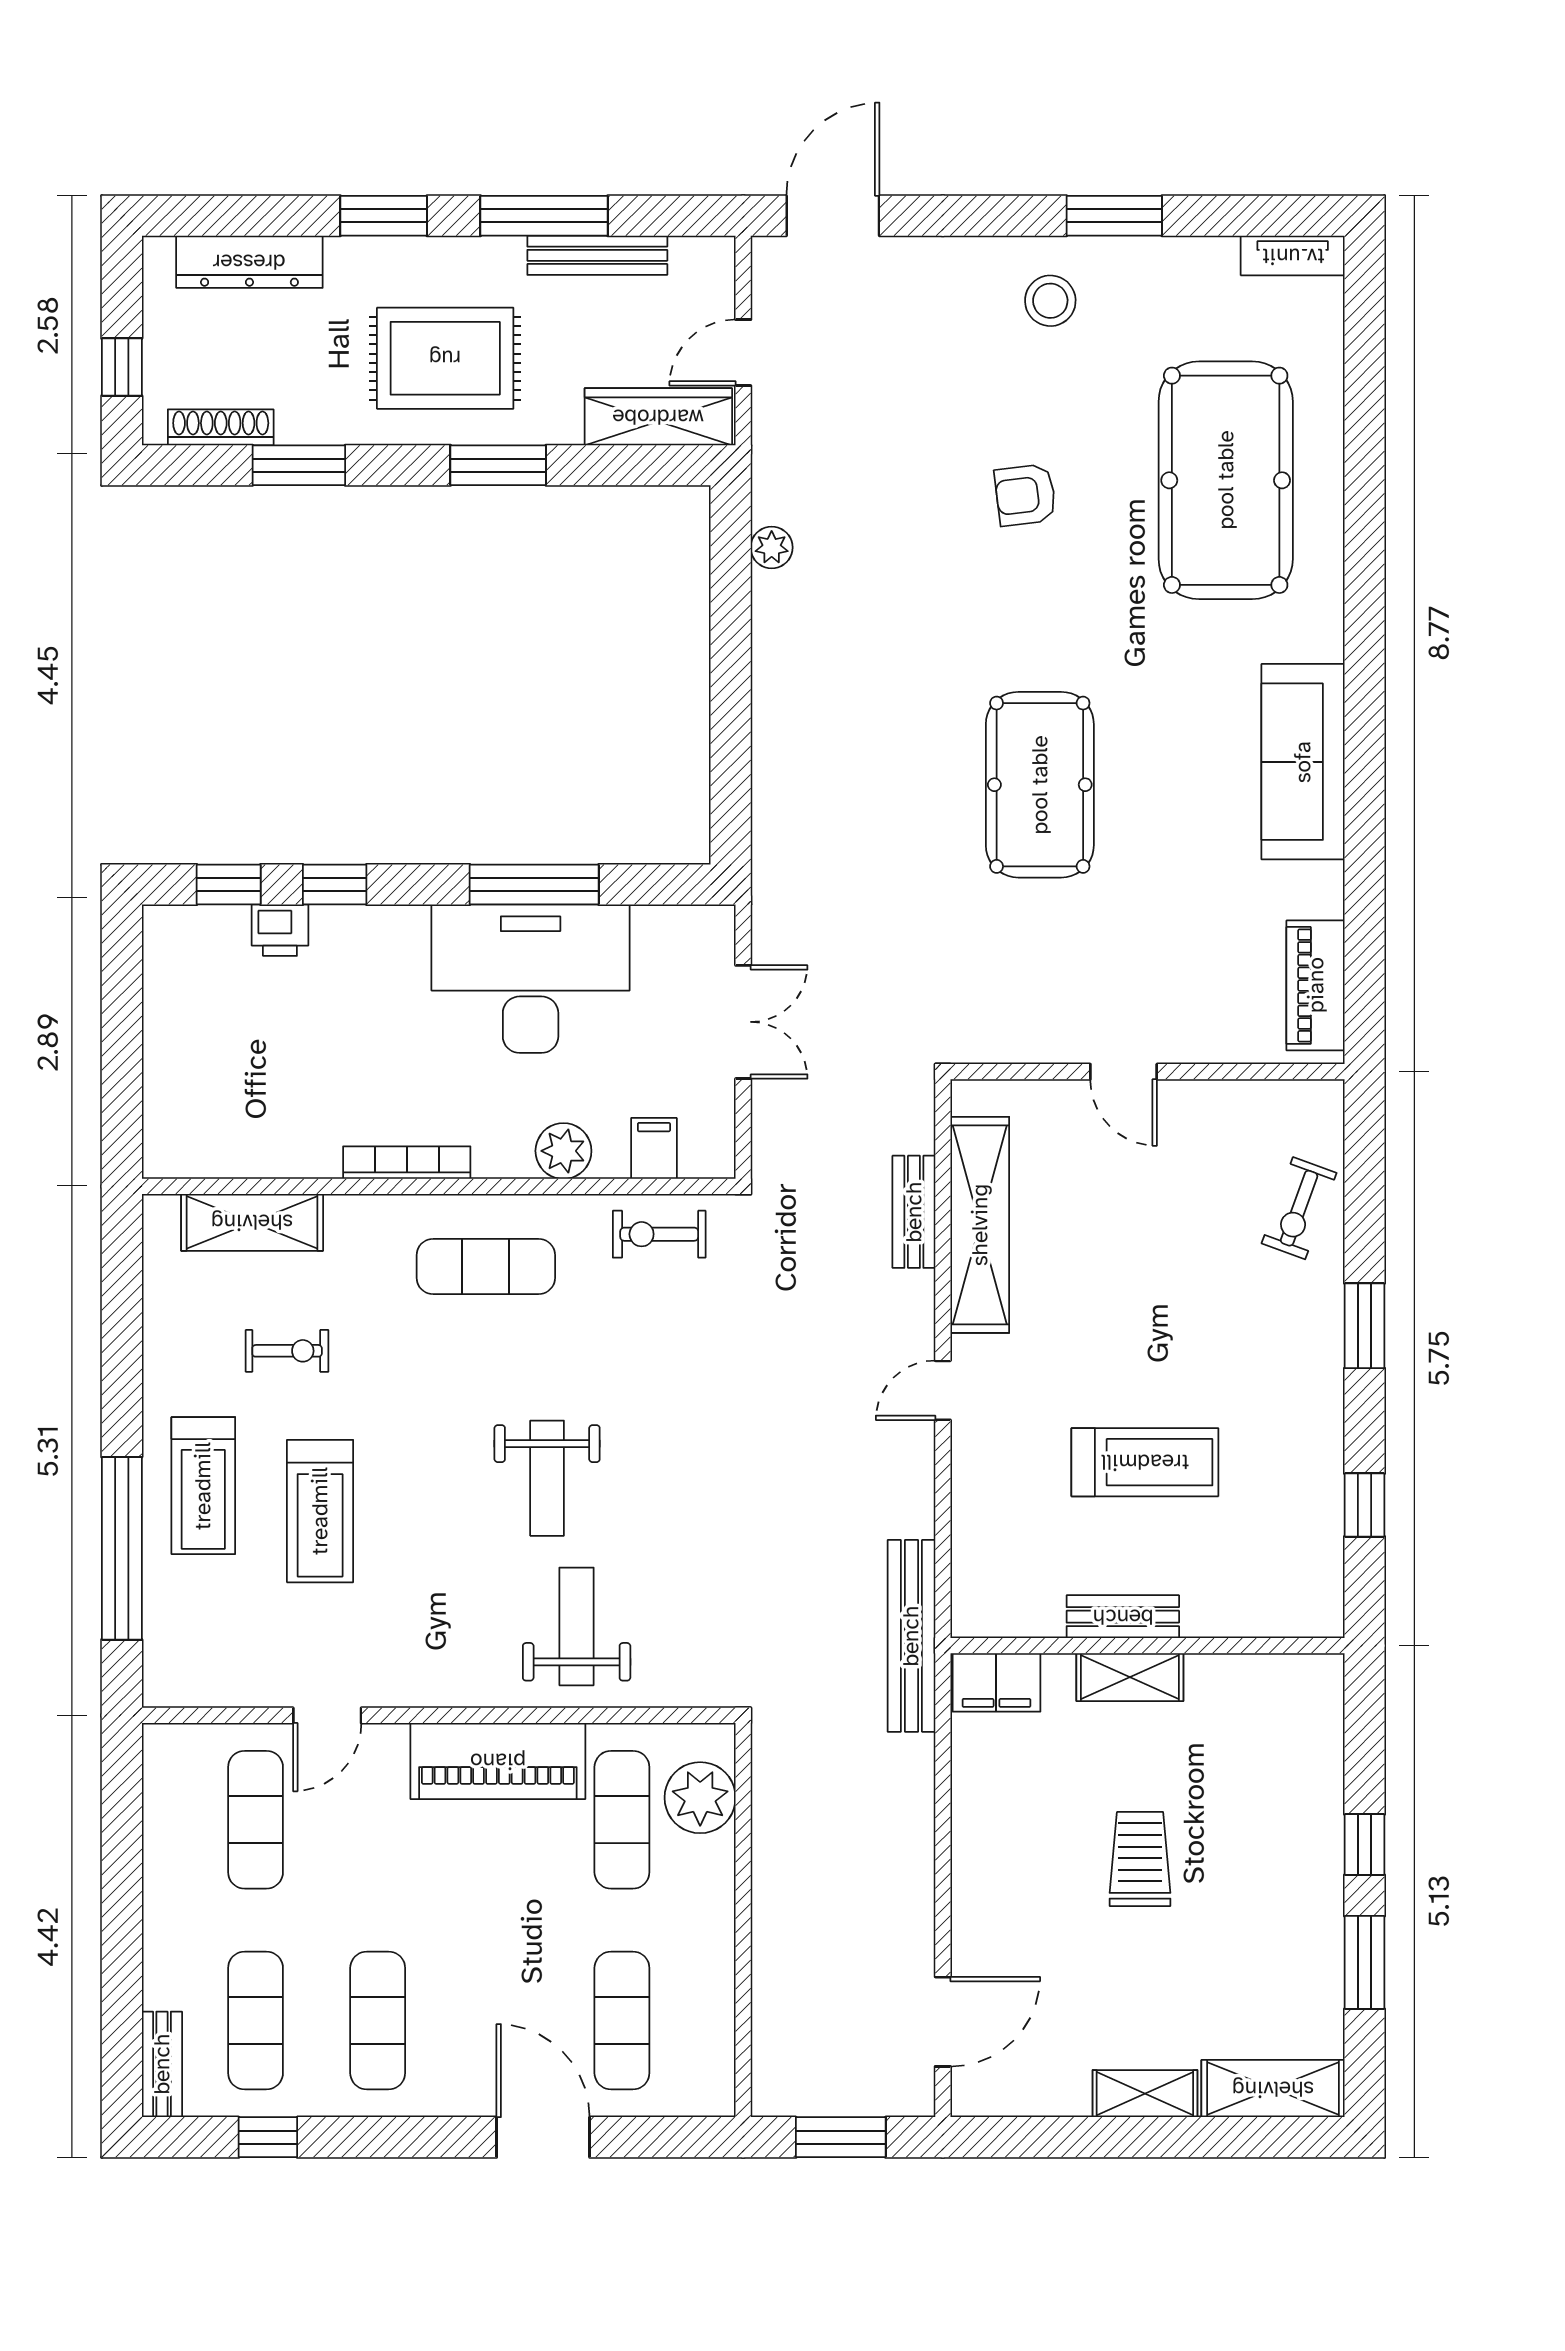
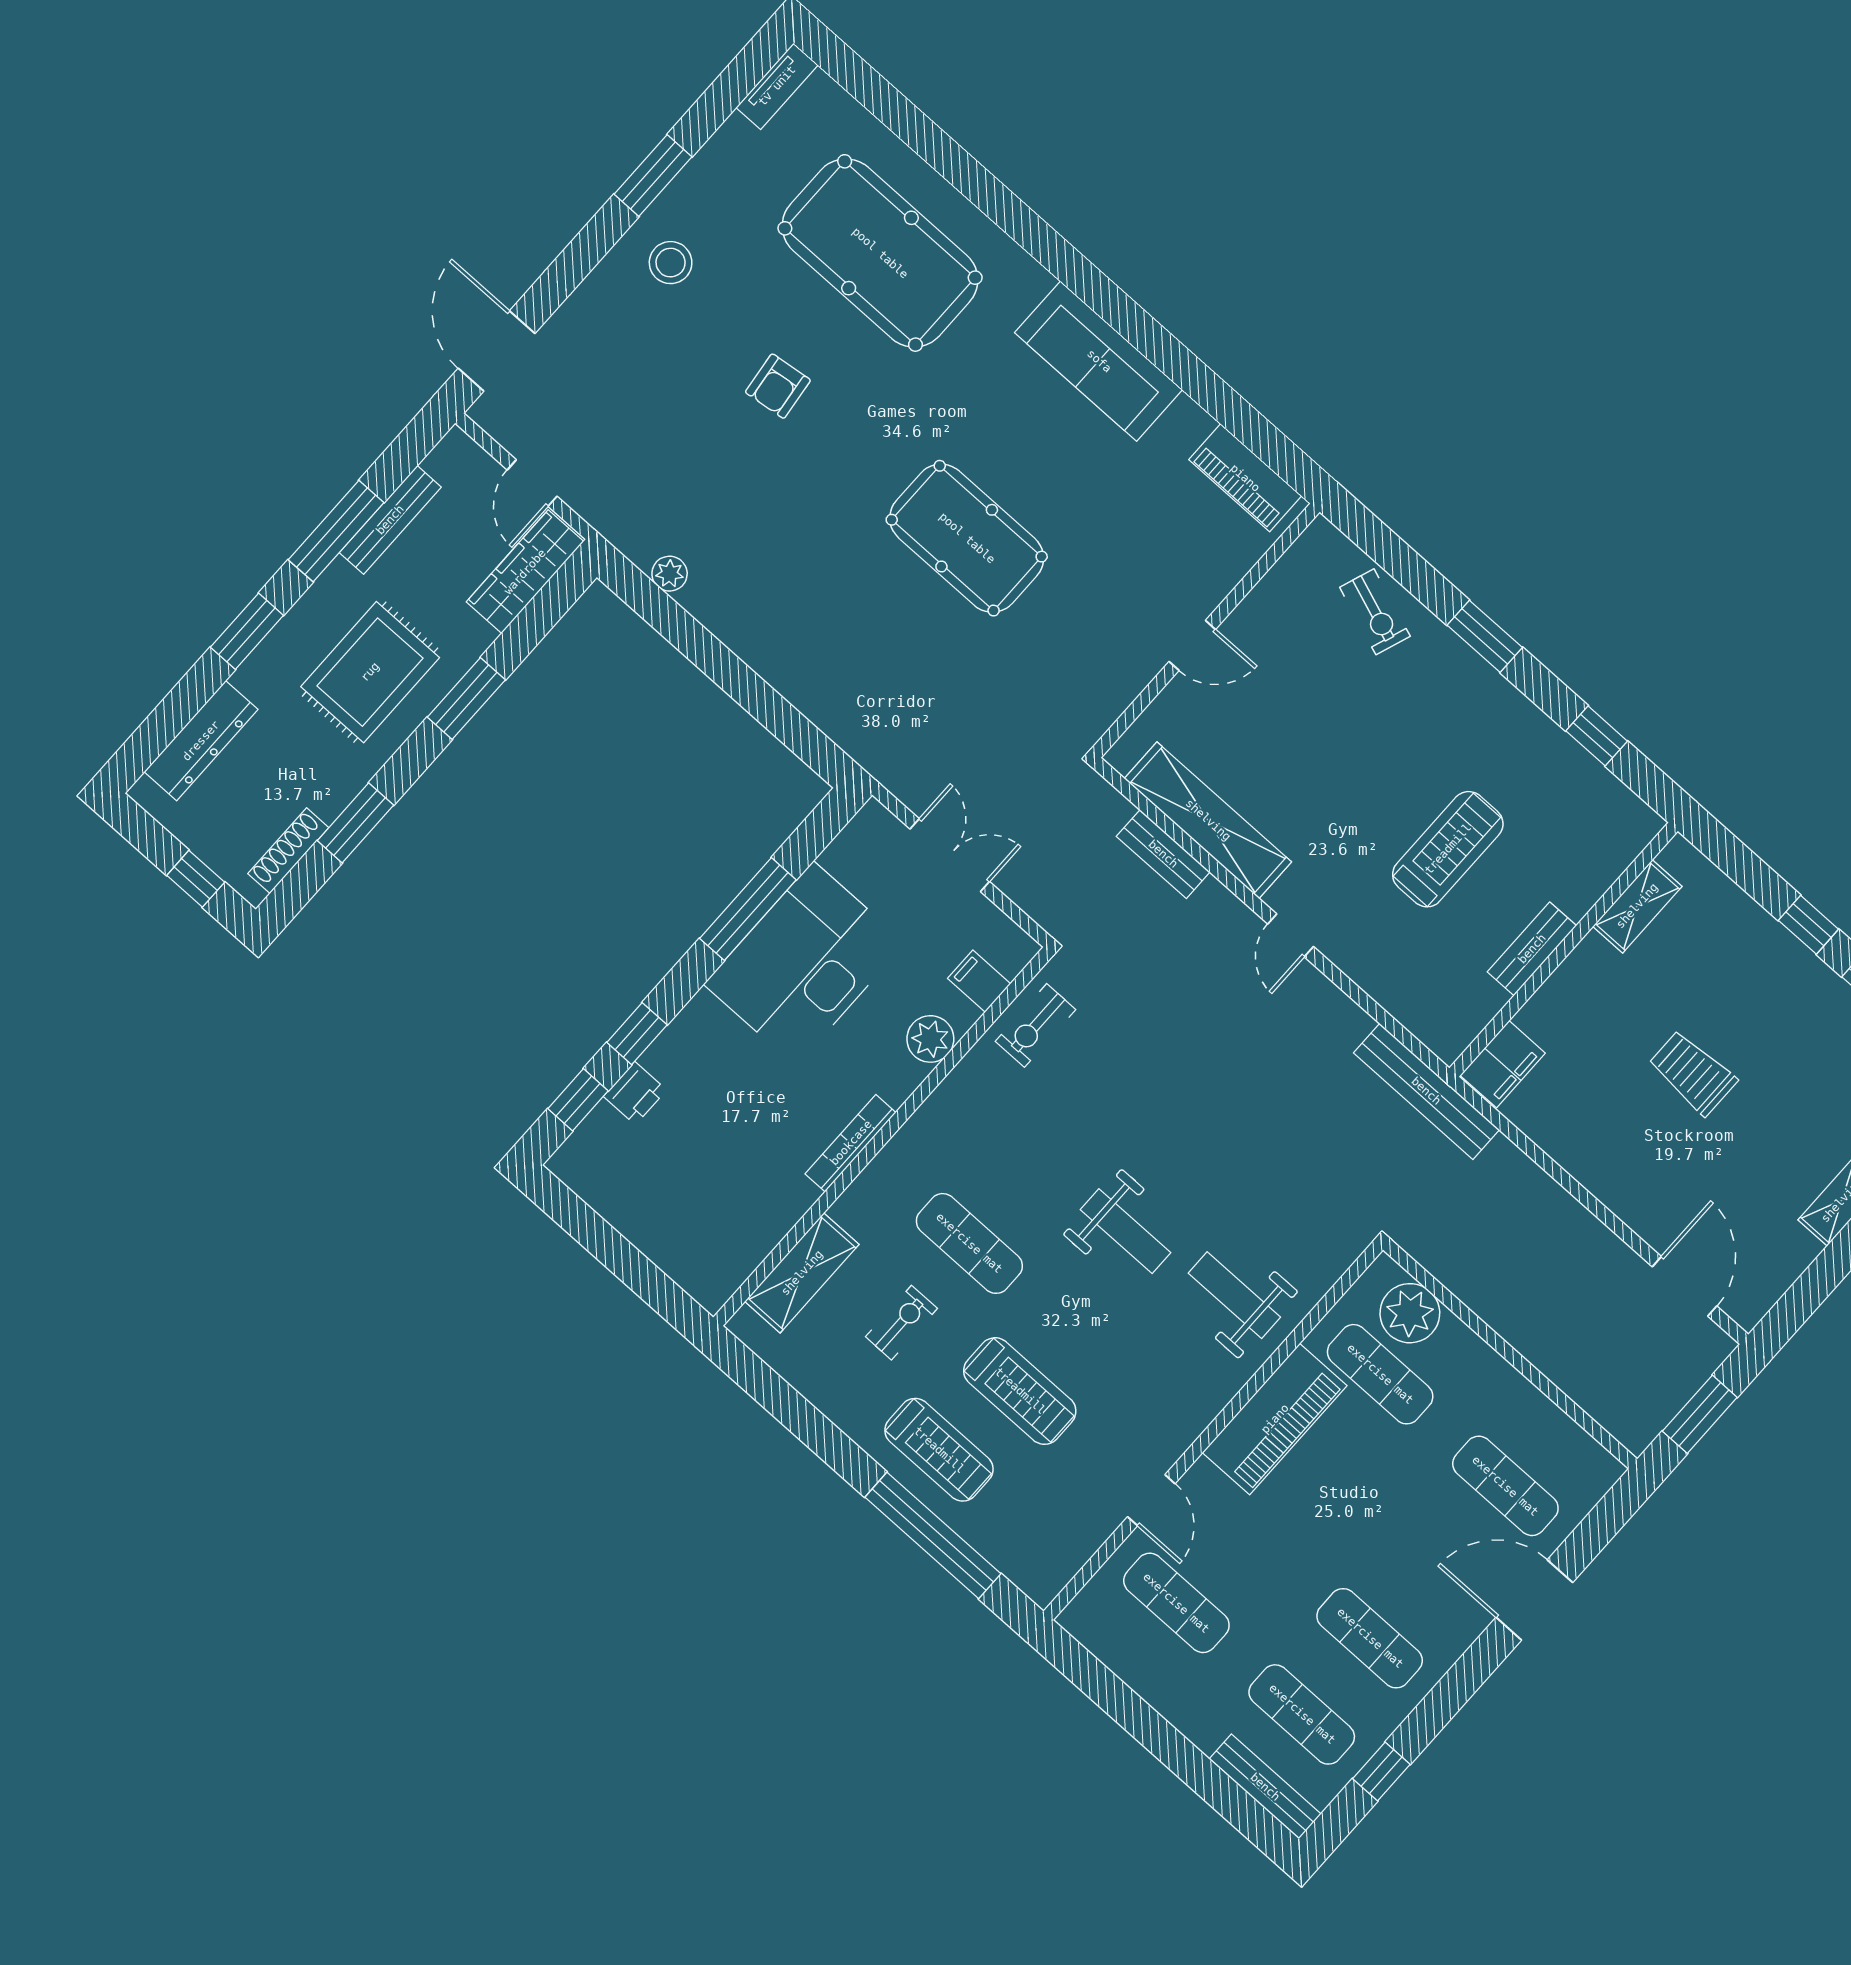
exercise mat: (486, 1266) -> (969, 1243), moved, turned 90
shelving: (1130, 1677) -> (1637, 906), moved
bench: (162, 2064) -> (1265, 1787), width x1.36

